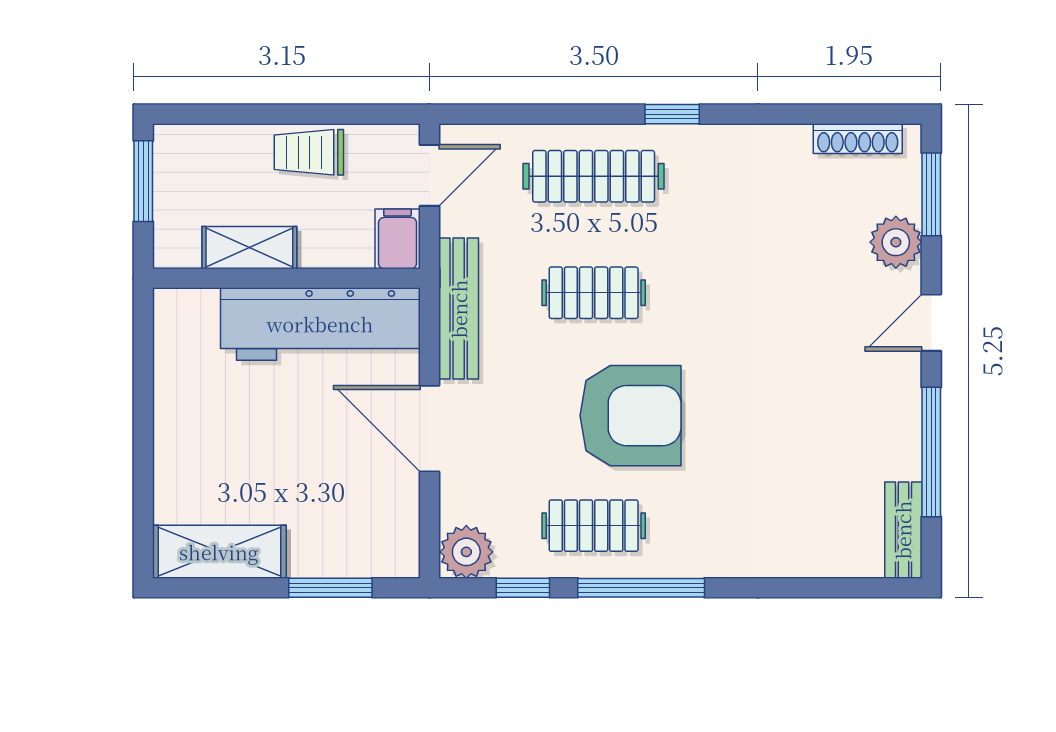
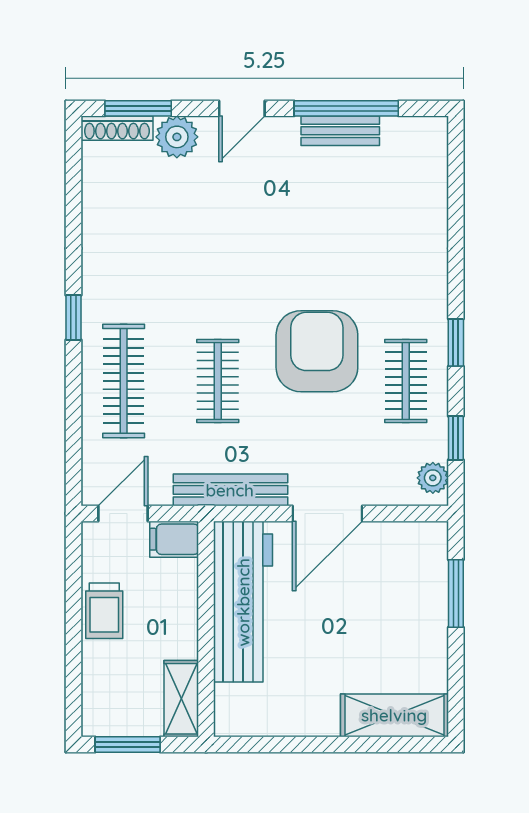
shoe rack: (858, 139) -> (117, 128), moved, turned 90
door: (429, 175) -> (123, 513), hinge flipped
shelving: (249, 248) -> (181, 699), moved
door: (931, 323) -> (242, 108), hinge flipped
bench: (903, 530) -> (340, 131), moved
shelving: (219, 552) -> (394, 715), moved, turned 90
plant: (466, 552) -> (433, 478), width x0.73, depth x0.73
window: (641, 588) -> (456, 343), width x0.46

